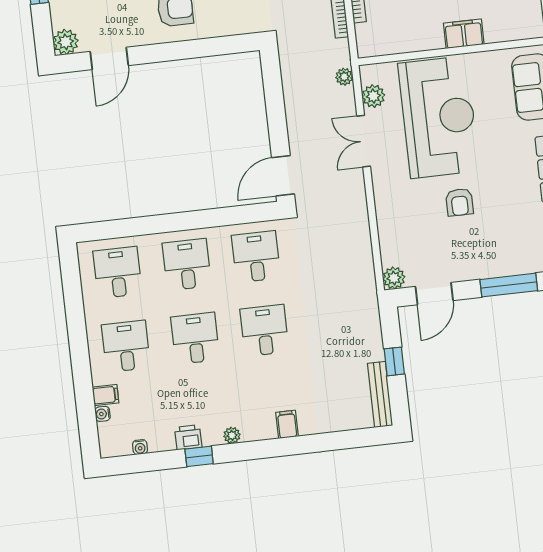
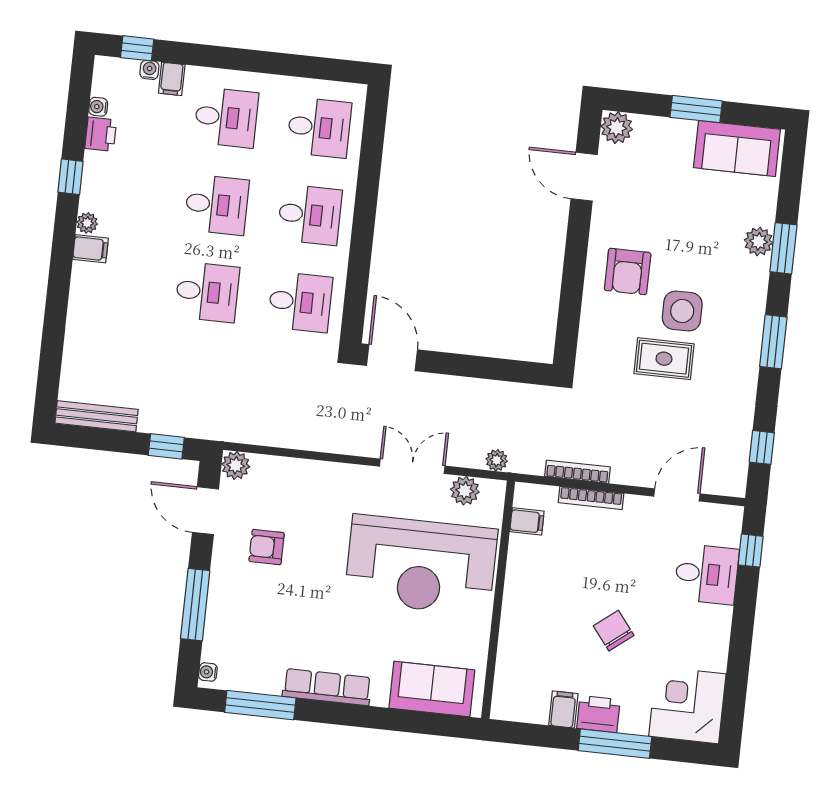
filing cabinet: (464, 34) -> (527, 521), moved, width x0.50
armchair: (460, 202) -> (267, 547), moved
window: (394, 361) -> (166, 446), moved
filing cabinet: (287, 424) -> (90, 249), moved
window: (88, 427) -> (137, 48), added
printer: (188, 437) -> (101, 134), moved

